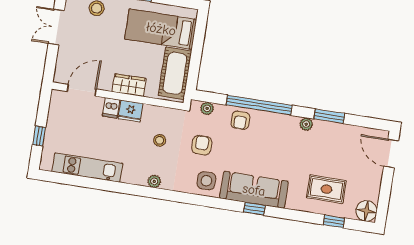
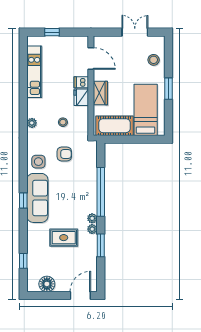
plant: (207, 108) -> (92, 218), moved
armchair: (240, 120) -> (87, 180), removed
rug: (326, 189) -> (64, 238), moved, turned 90
floor lamp: (366, 211) -> (47, 284), moved

